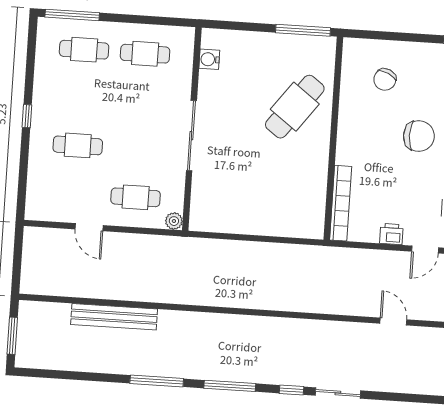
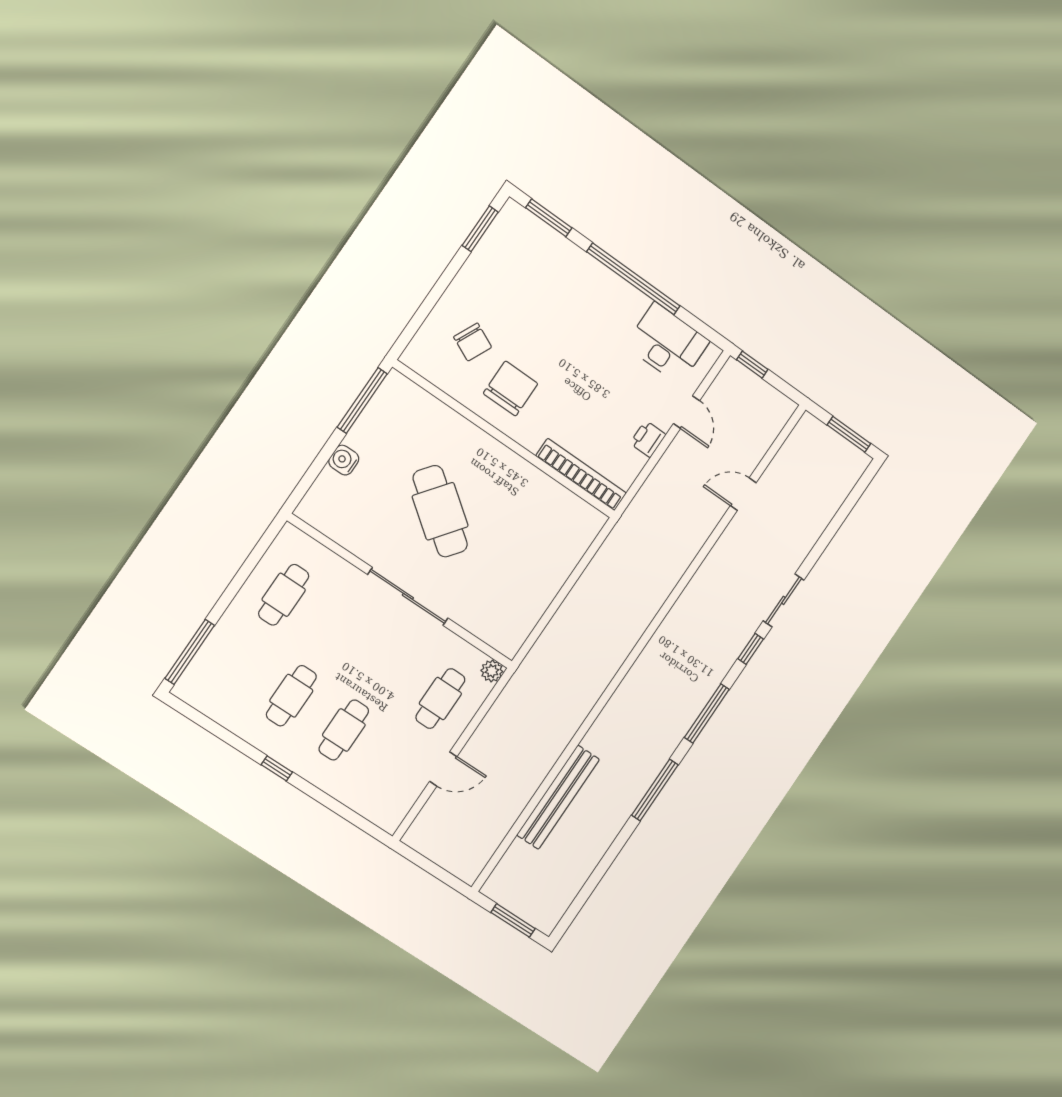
cafe table: (84, 50) -> (291, 696), moved
water cooler: (209, 59) -> (344, 460), moved, turned 90
cafe table: (295, 107) -> (440, 511), moved
chair: (419, 136) -> (511, 388), moved

